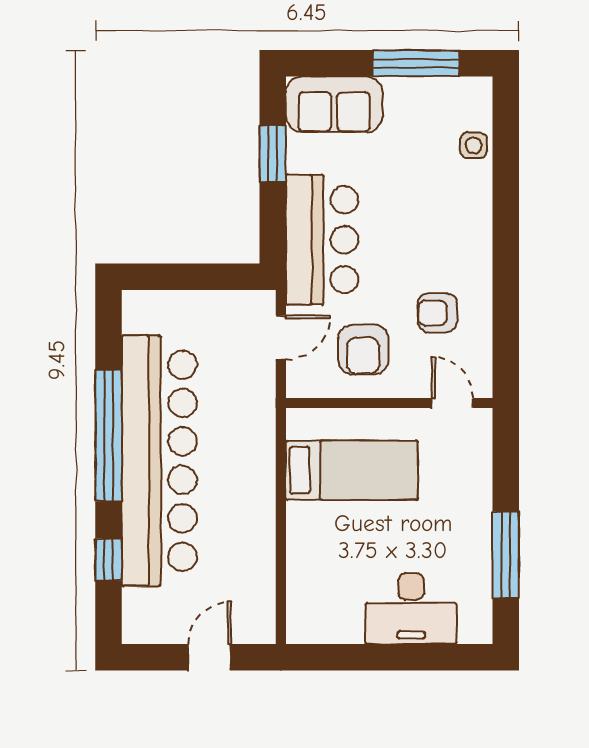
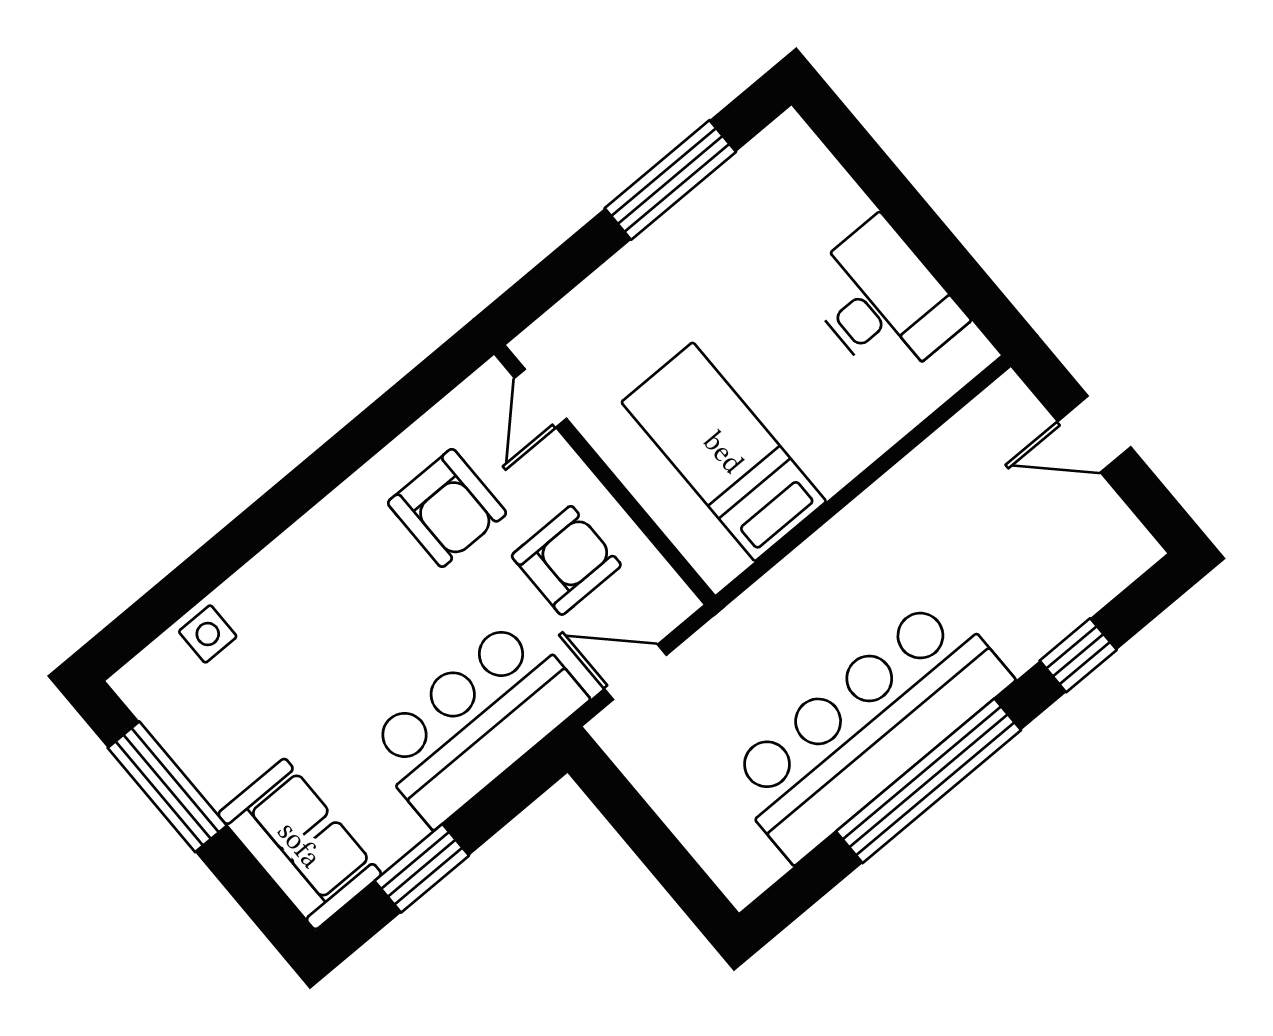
armchair: (437, 313) -> (447, 508), width x1.38, depth x1.38
bar counter: (159, 461) -> (867, 728), width x0.73
desk: (411, 609) -> (883, 302), moved

